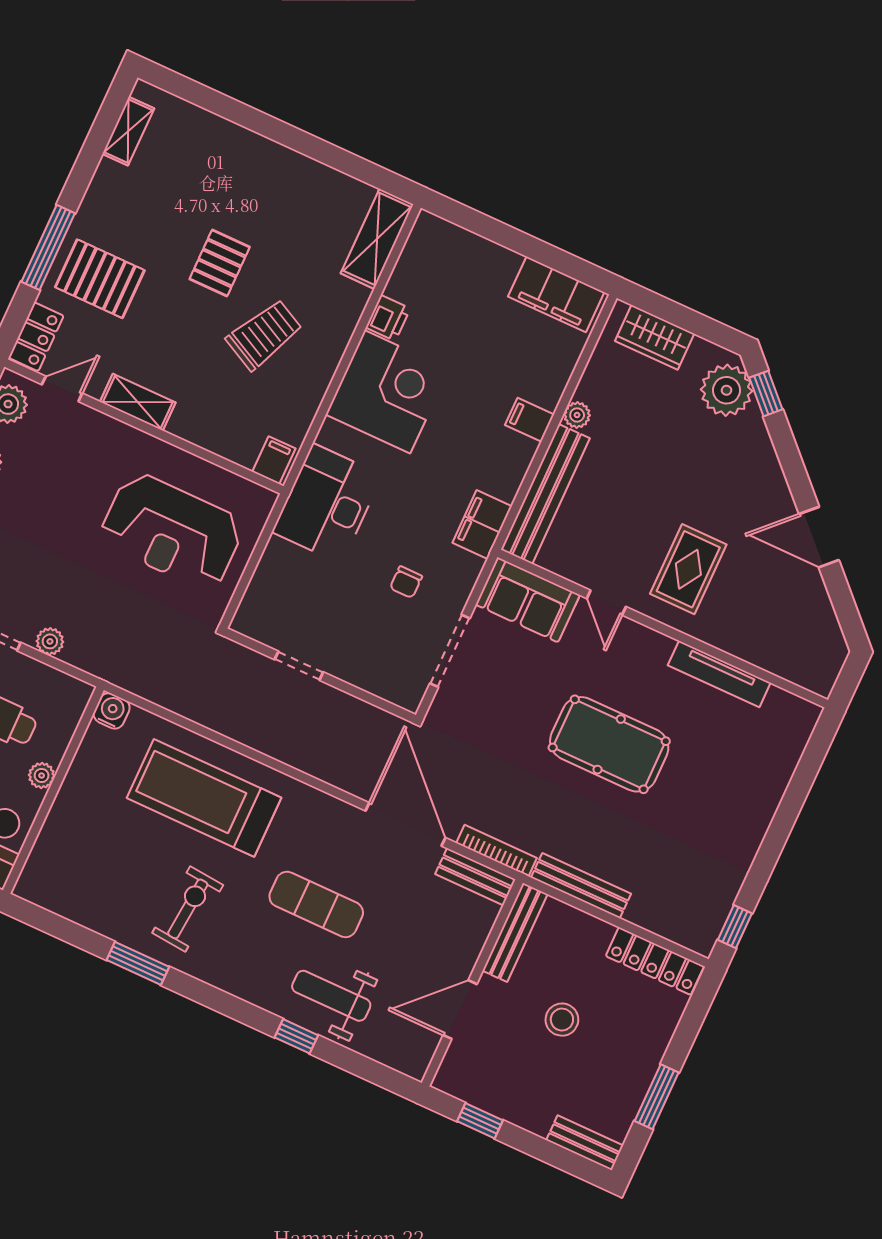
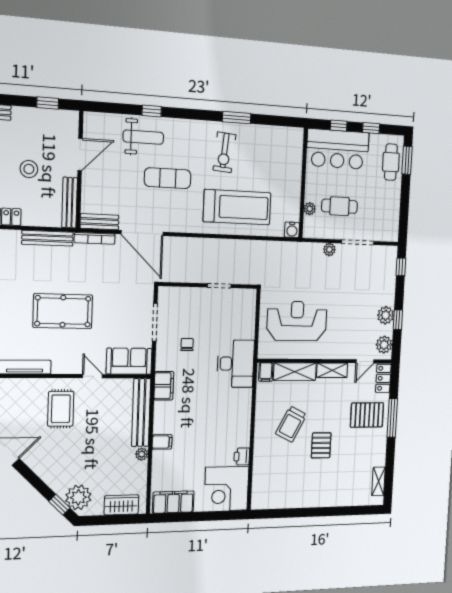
shelving: (377, 239) -> (295, 372), moved, turned 90
corner desk: (387, 392) -> (226, 489), moved
plant: (42, 775) -> (310, 209), moved

